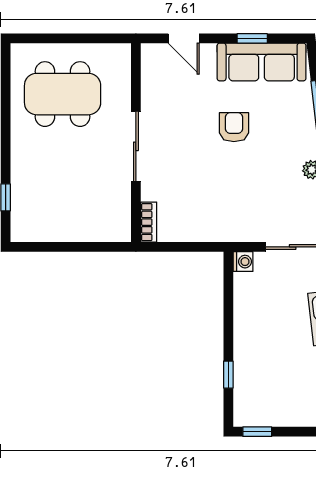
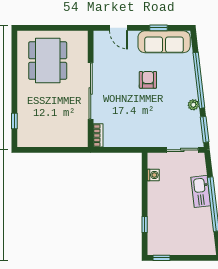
dining table: (63, 94) -> (48, 61), turned 90
sliding door: (136, 146) -> (91, 91), width x1.36
washing machine: (243, 262) -> (153, 175), moved

